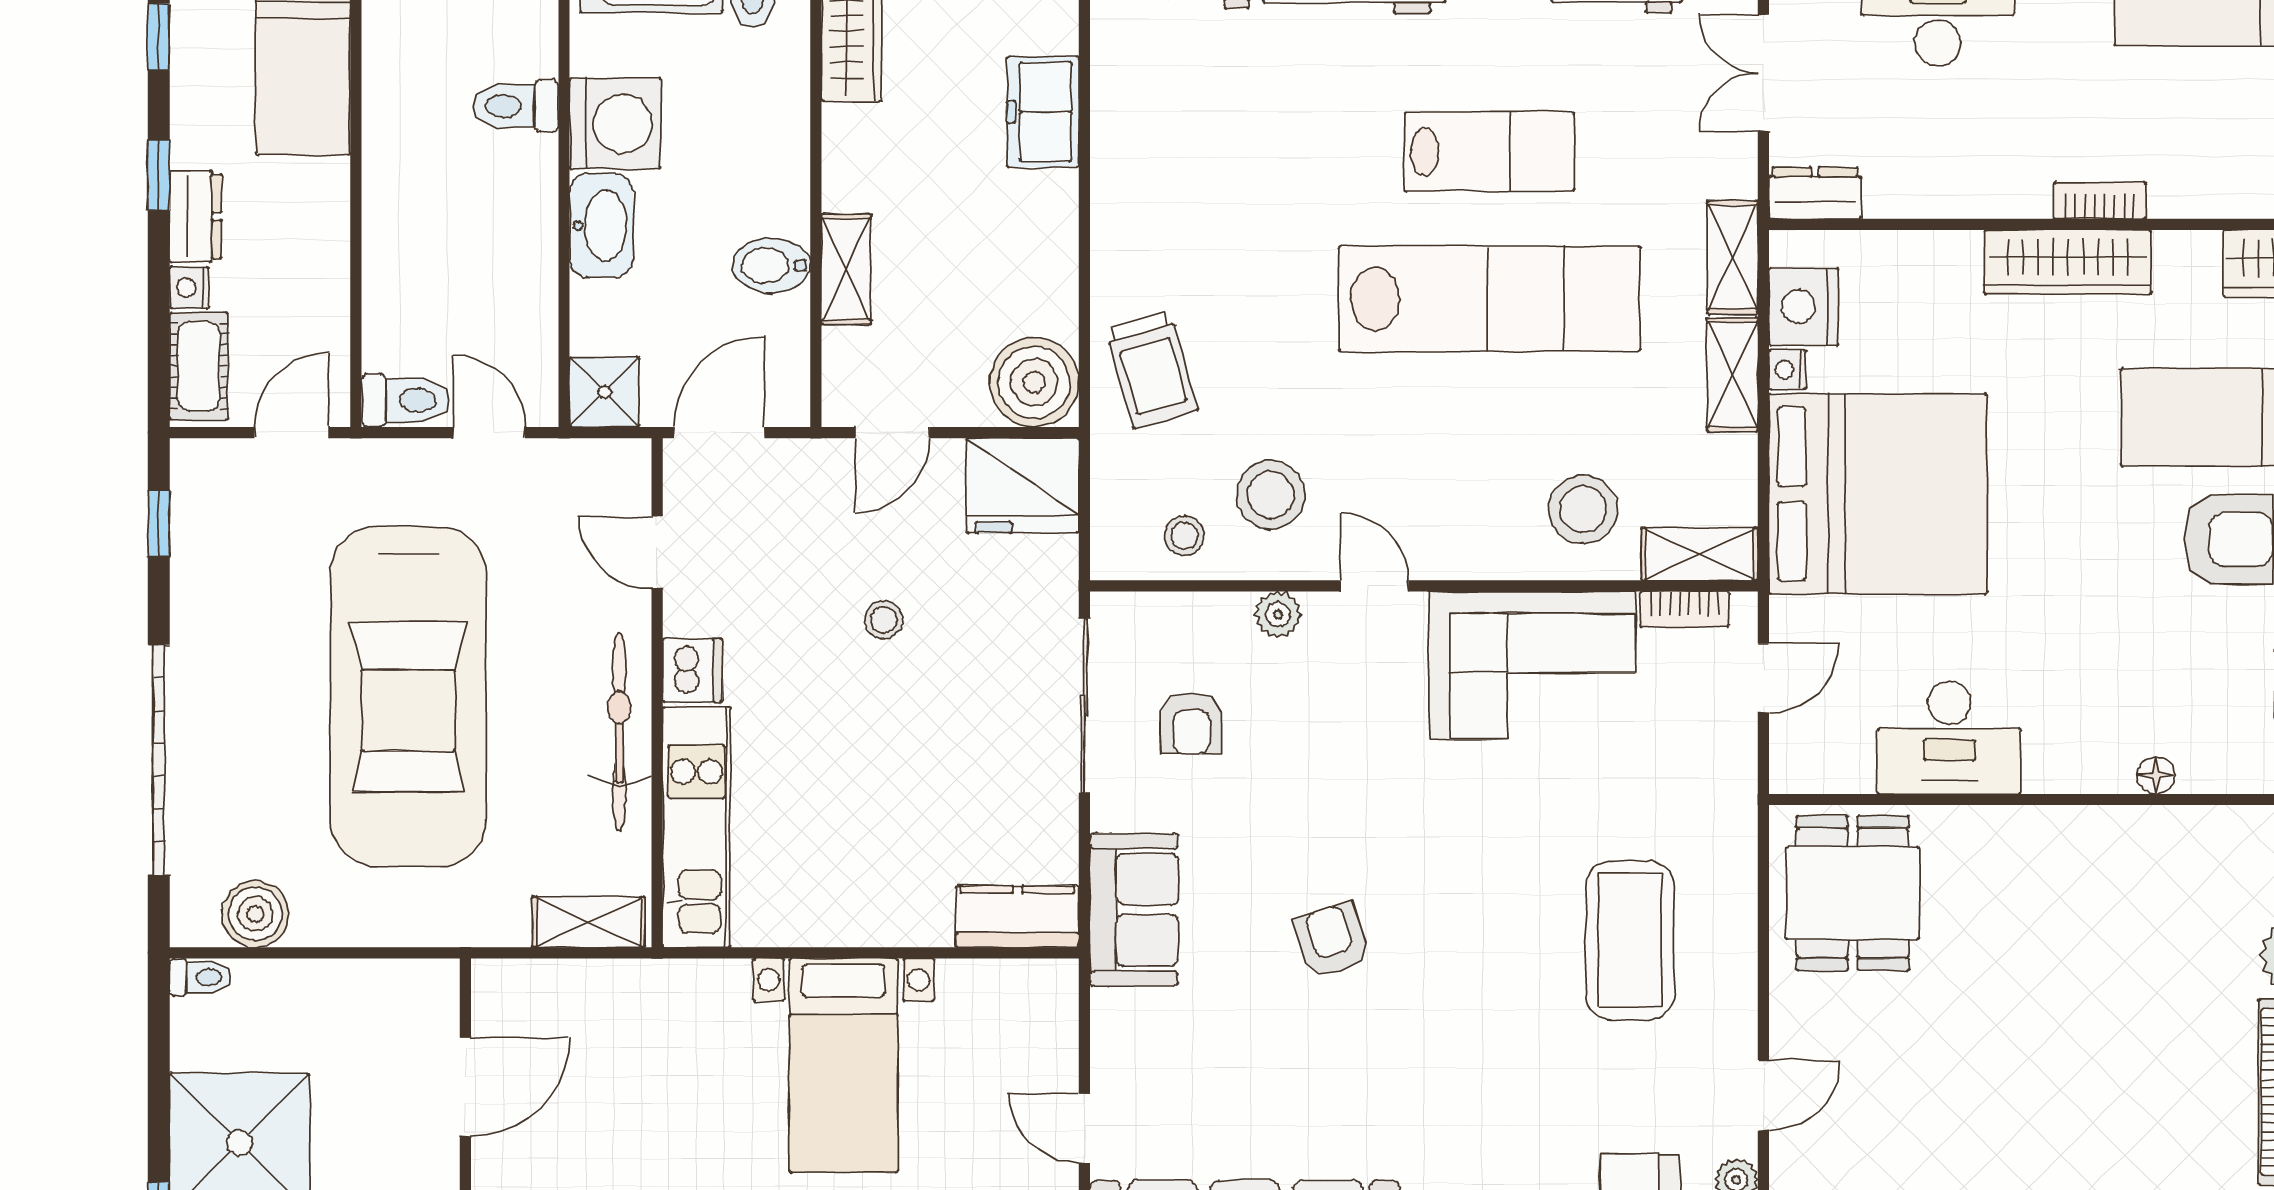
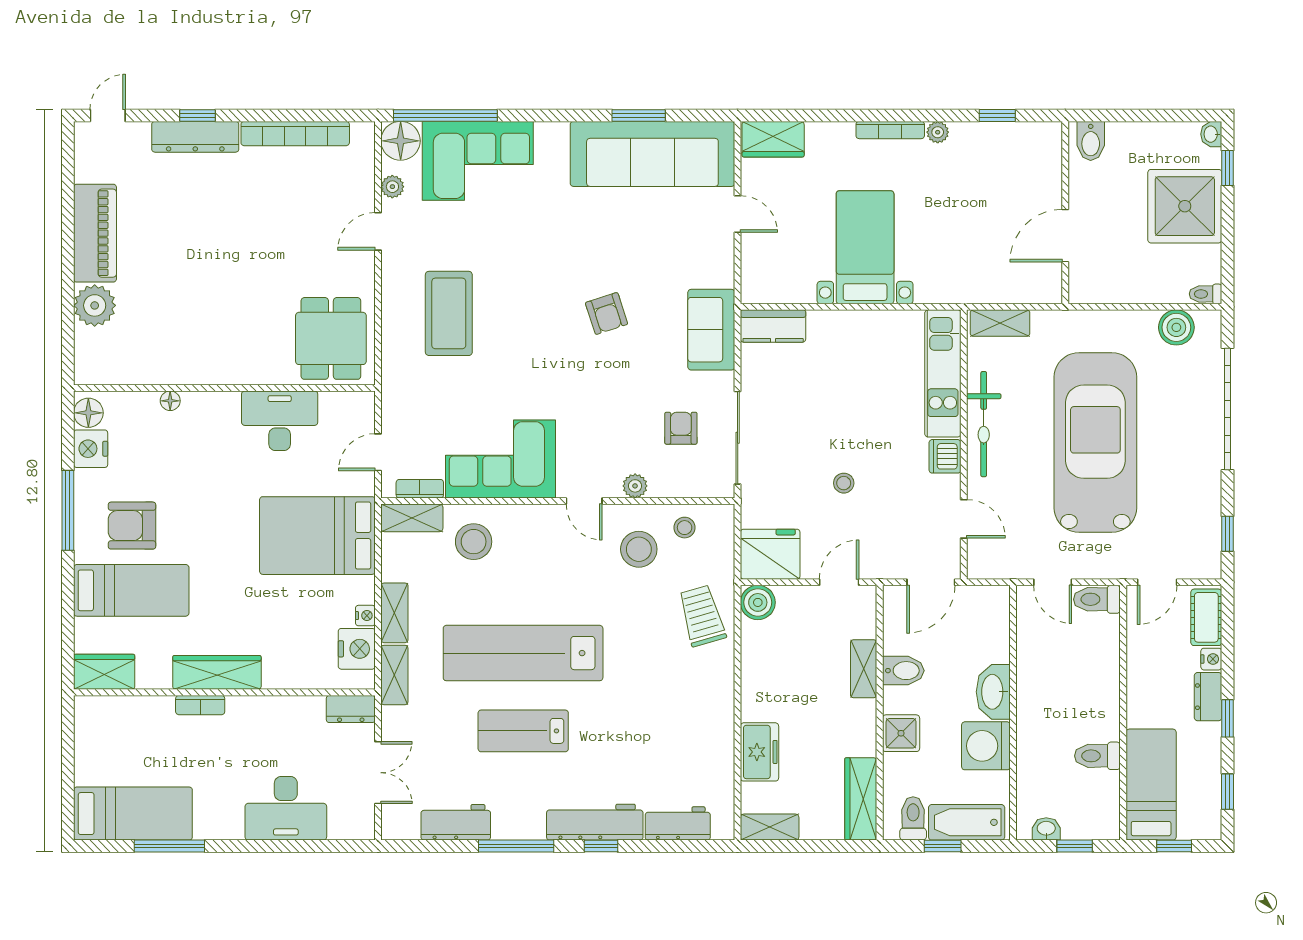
toilet: (515, 106) -> (1097, 756), moved, turned 180
boiler: (1034, 382) -> (758, 602), width x0.73, depth x0.73
shower: (604, 392) -> (901, 733), moved
bed: (1878, 494) -> (317, 536), width x0.73

